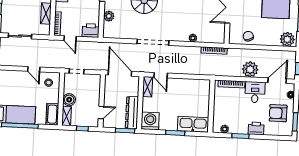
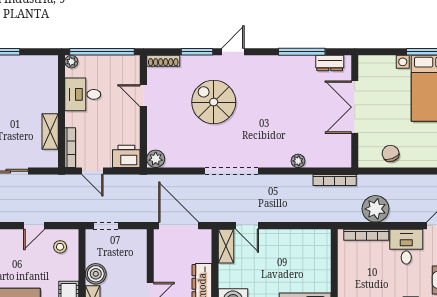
plant: (109, 16) -> (156, 159), moved
door: (34, 69) -> (34, 226), hinge flipped
plant: (250, 69) -> (376, 209), moved

